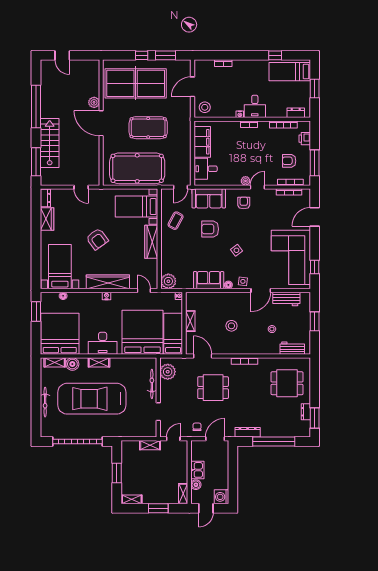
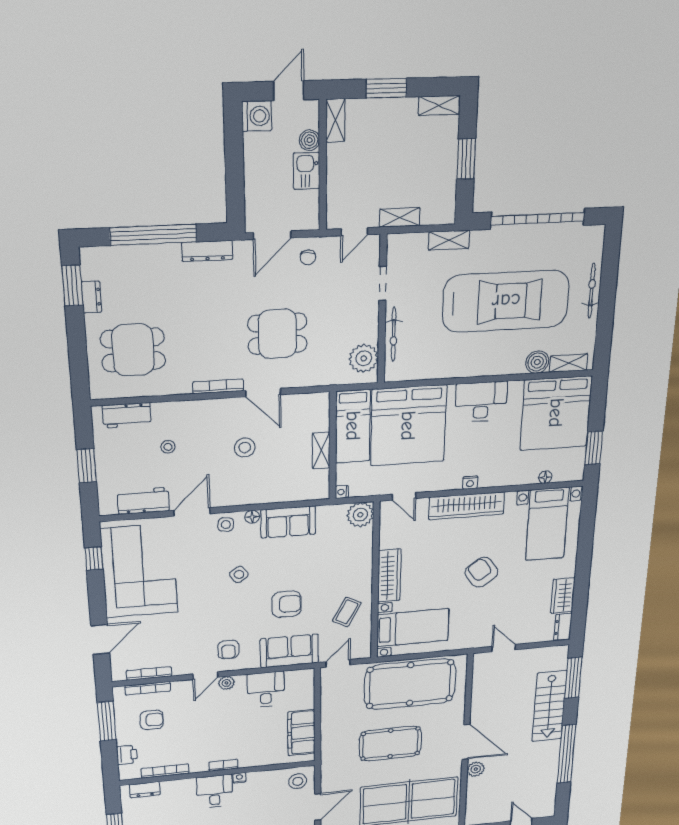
desk: (206, 169) -> (266, 689), moved, turned -90
door: (203, 356) -> (263, 393), moved
shelving: (99, 362) -> (449, 240), moved

